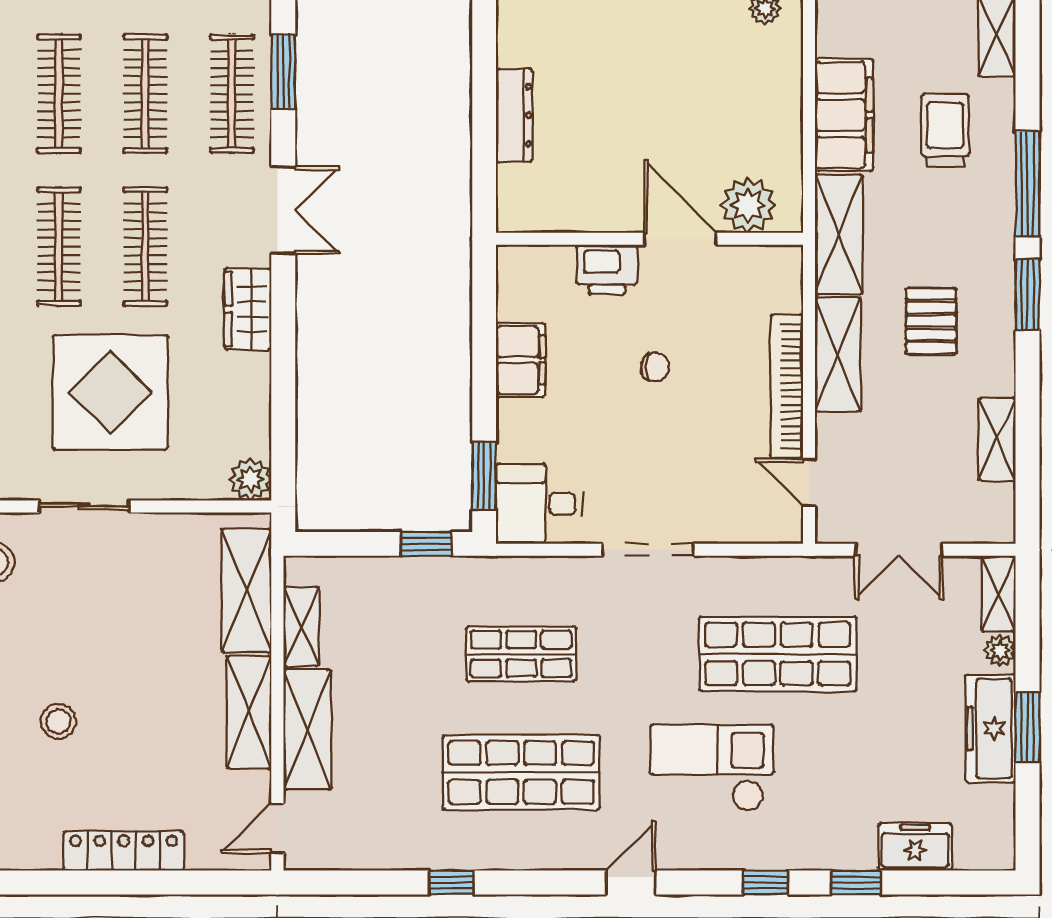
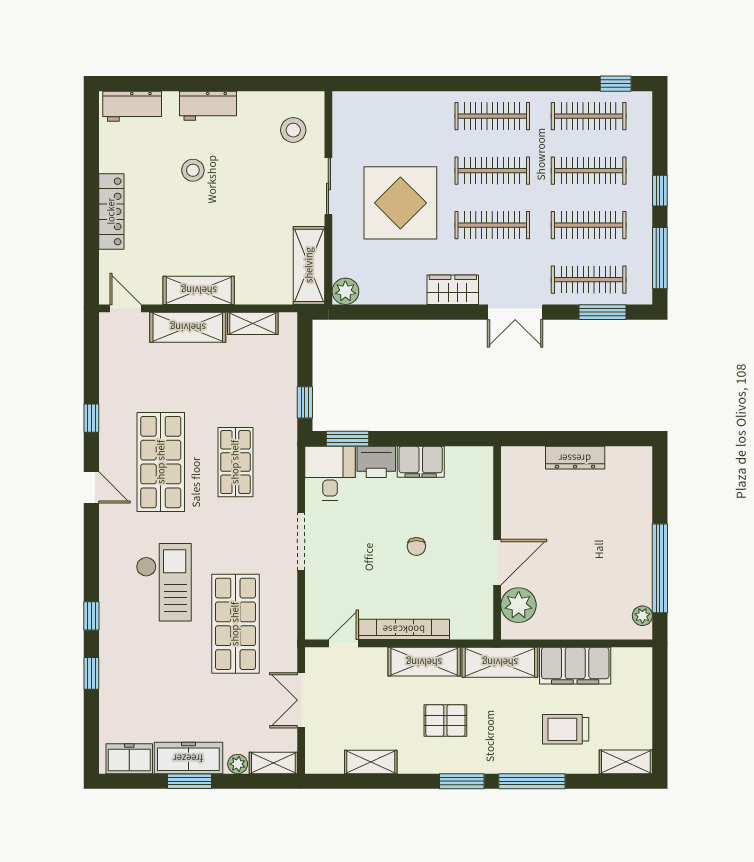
trolley: (945, 130) -> (566, 729), turned 180
printer: (607, 270) -> (376, 462), moved, turned -90
shelving: (247, 591) -> (309, 265), moved, turned 90
freezer: (915, 847) -> (129, 759), moved, turned -90
door: (631, 882) -> (91, 487), moved

